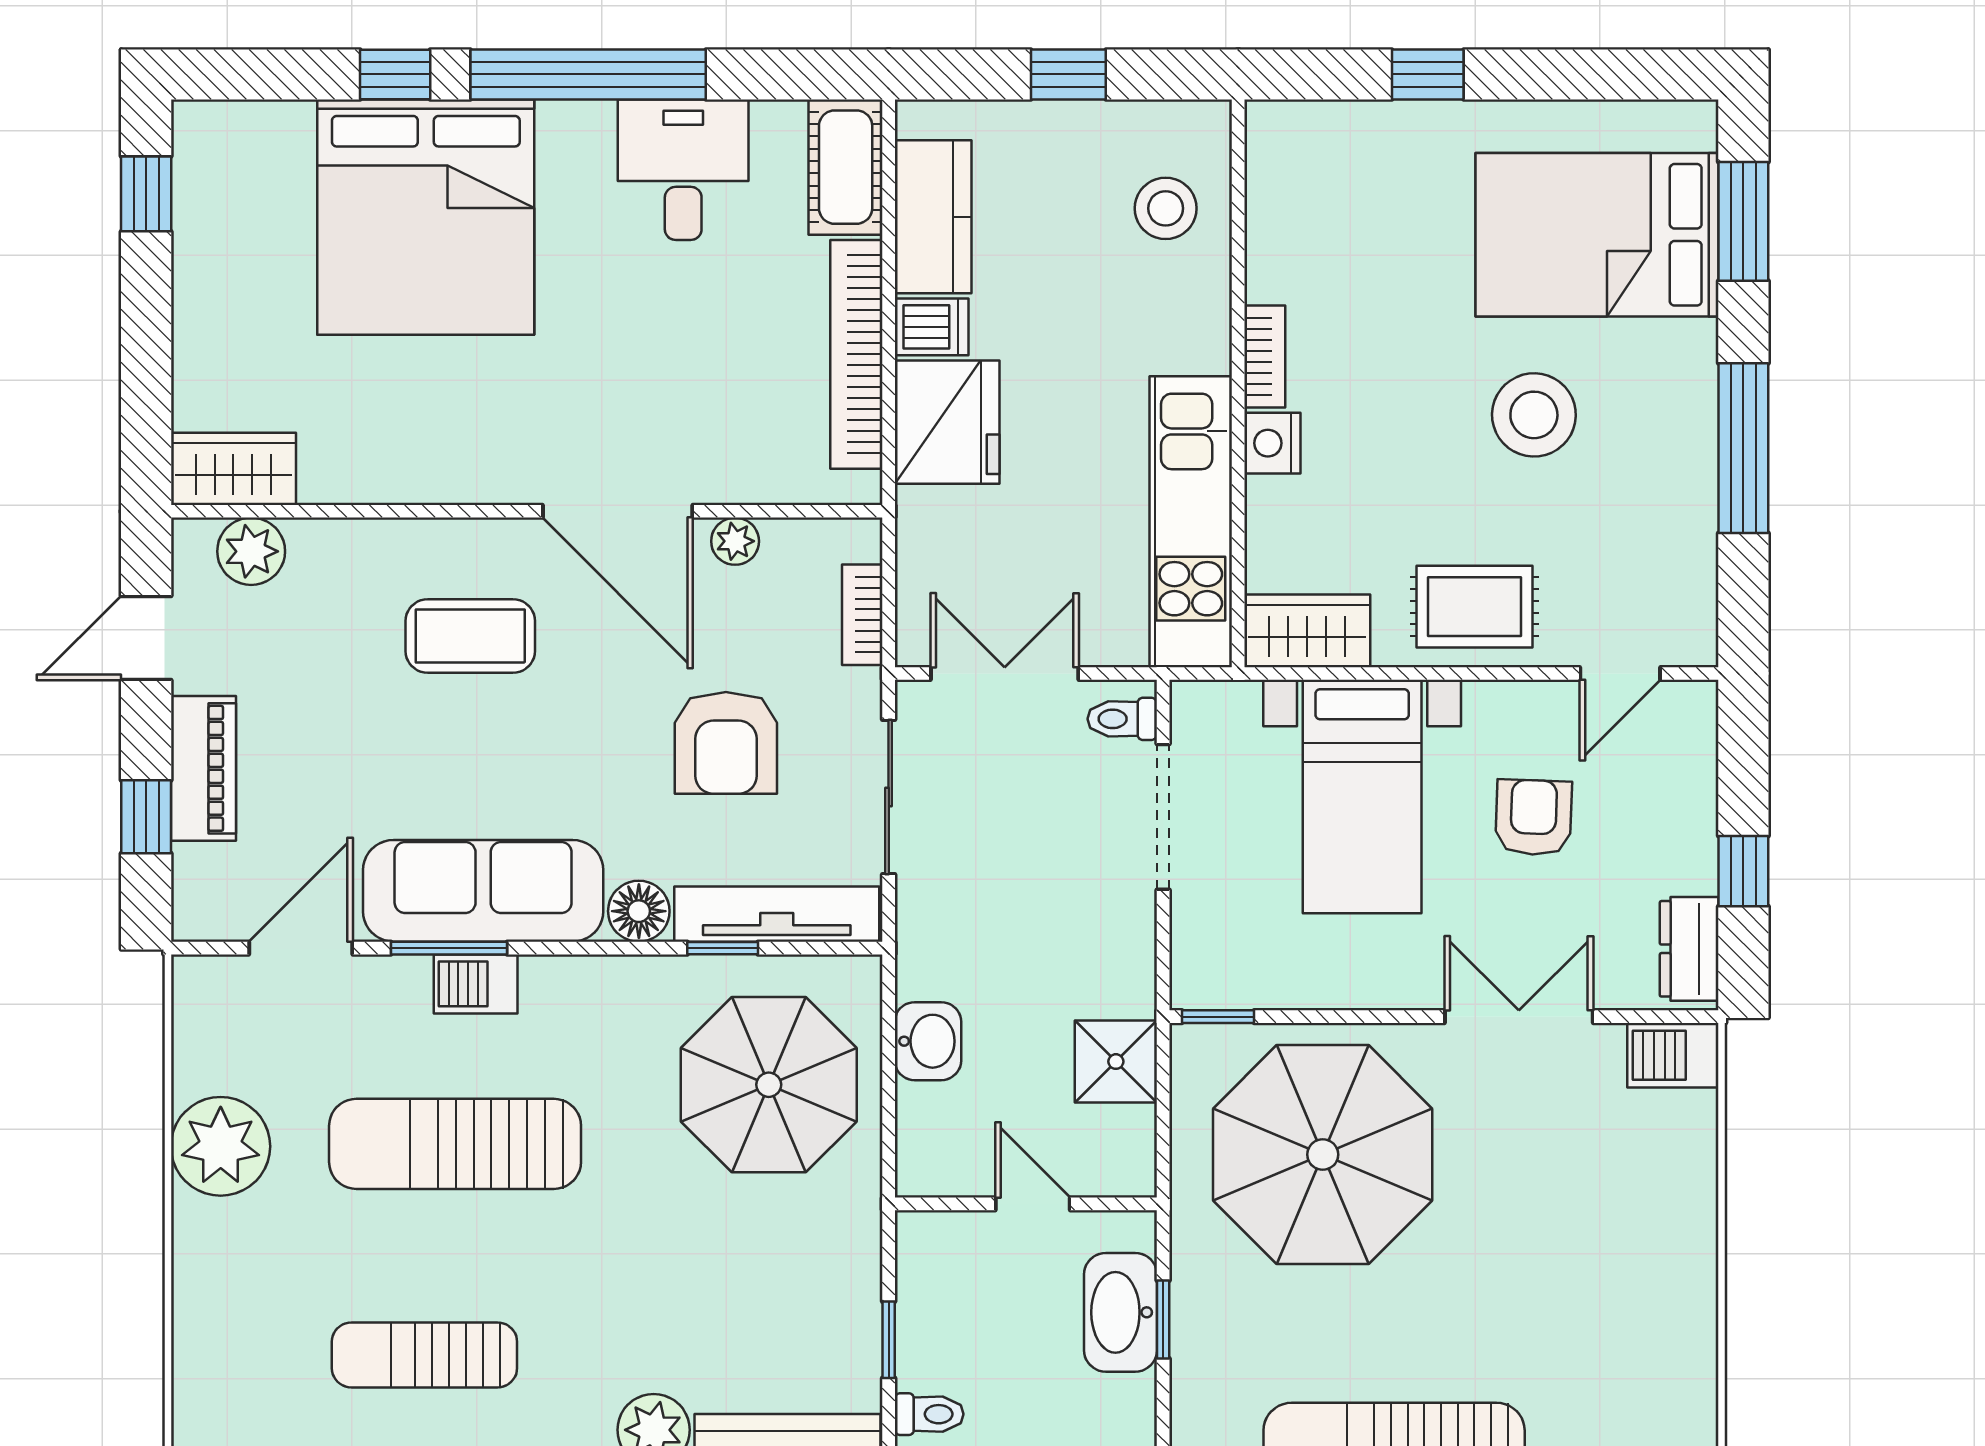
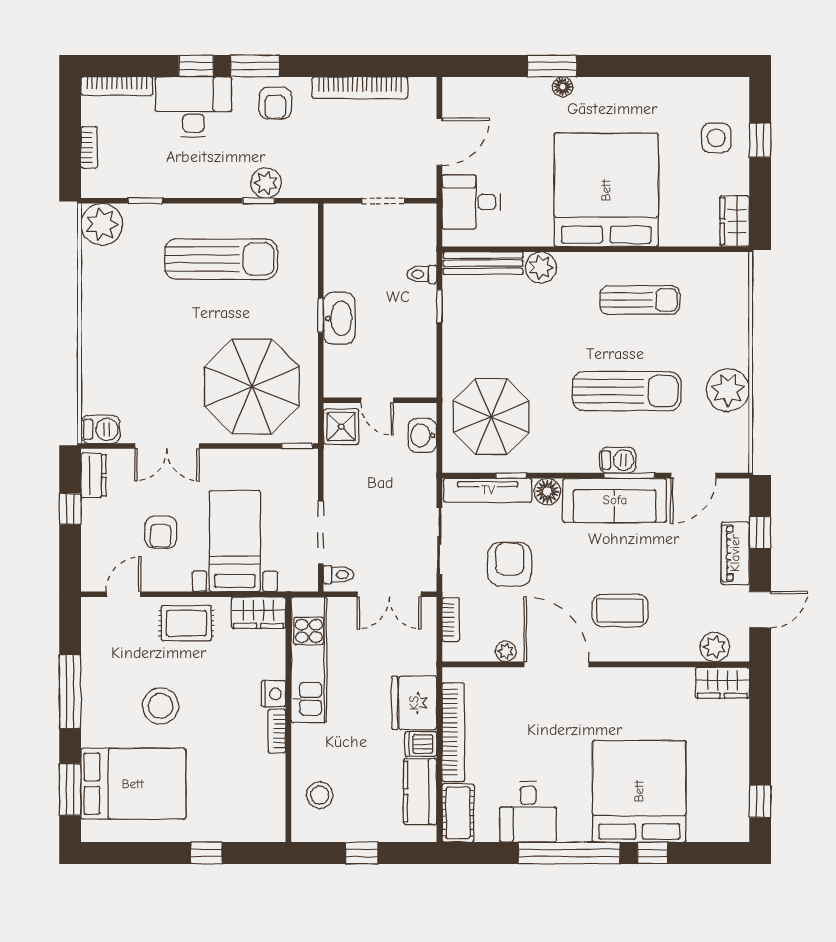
wall: (1026, 1204) -> (380, 400), moved
door: (1033, 1204) -> (377, 400), moved

